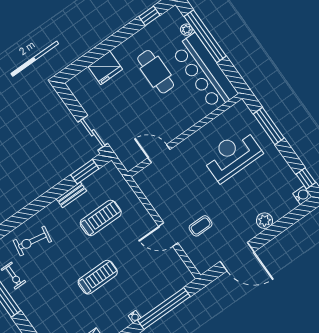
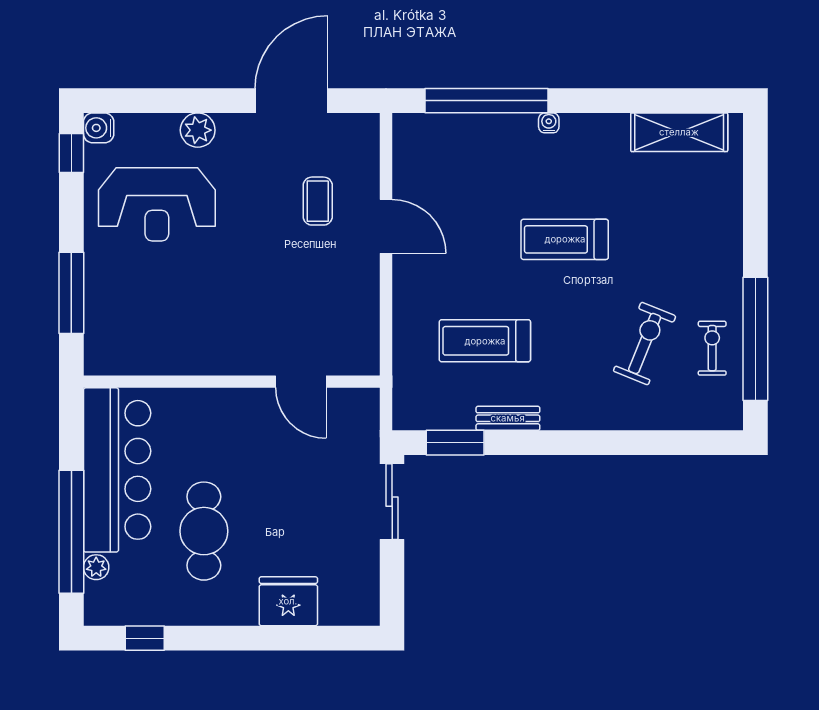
reception desk: (232, 155) -> (157, 204), moved
coffee table: (201, 226) -> (318, 201), turned 90
exercise bike: (32, 241) -> (645, 344), moved, turned -78
door: (237, 257) -> (292, 101), hinge flipped

